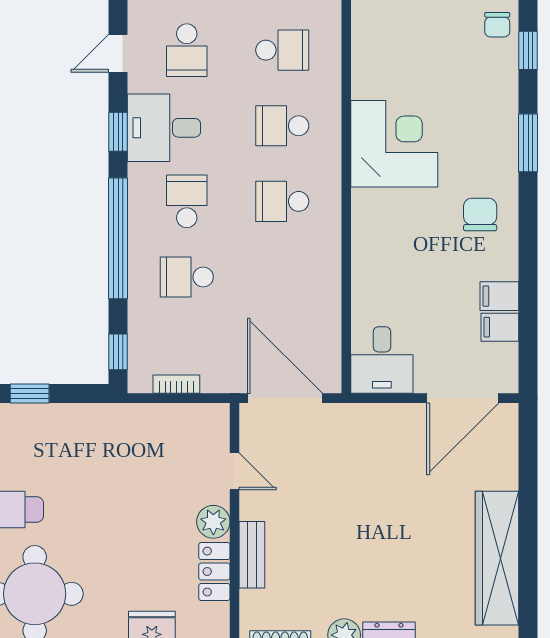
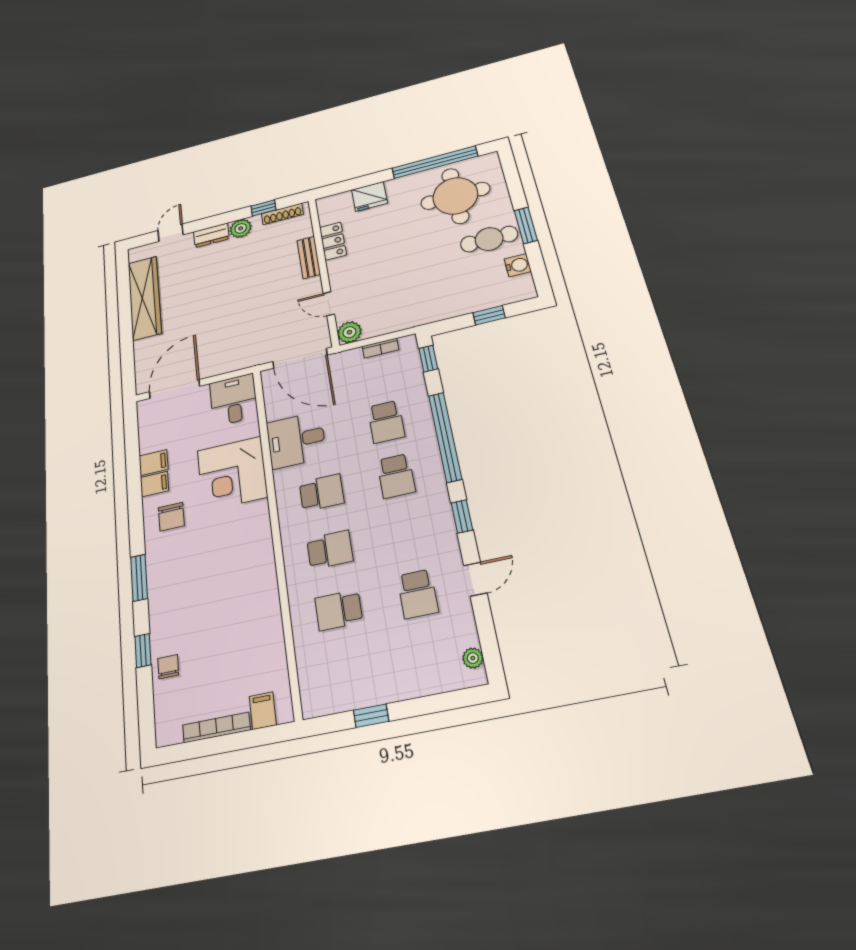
school desk: (187, 50) -> (418, 594), turned 180
desk: (164, 128) -> (296, 440), moved, turned 180
corner desk: (394, 144) -> (232, 474), moved
school desk: (187, 277) -> (386, 422), turned 90
filing cabinet: (500, 327) -> (154, 484), moved
plant: (213, 522) -> (349, 332), moved

